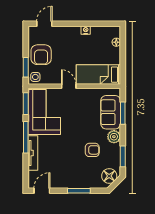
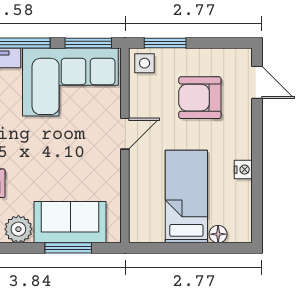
armchair: (41, 55) -> (200, 98), moved
bed: (98, 75) -> (186, 196), moved

